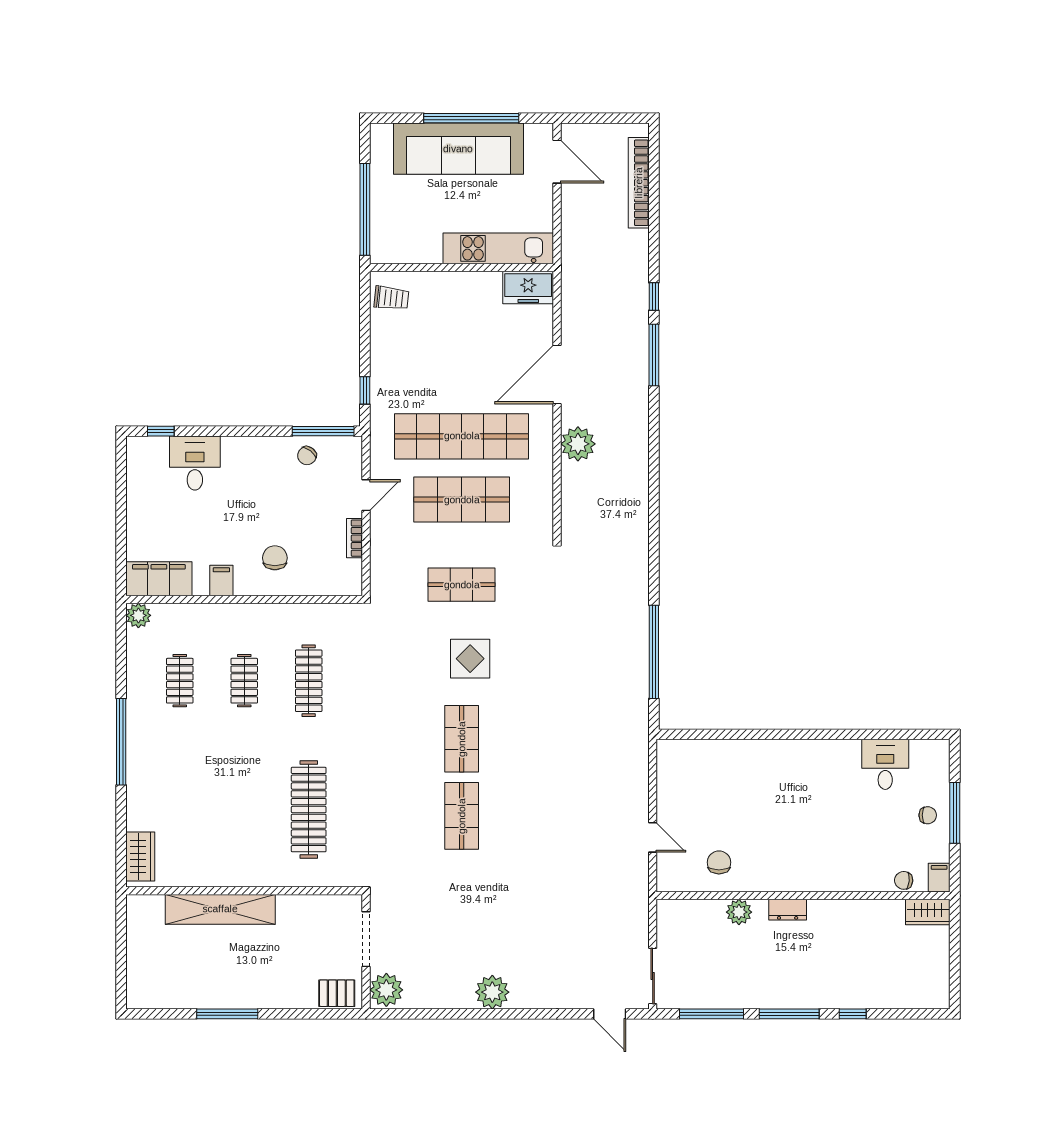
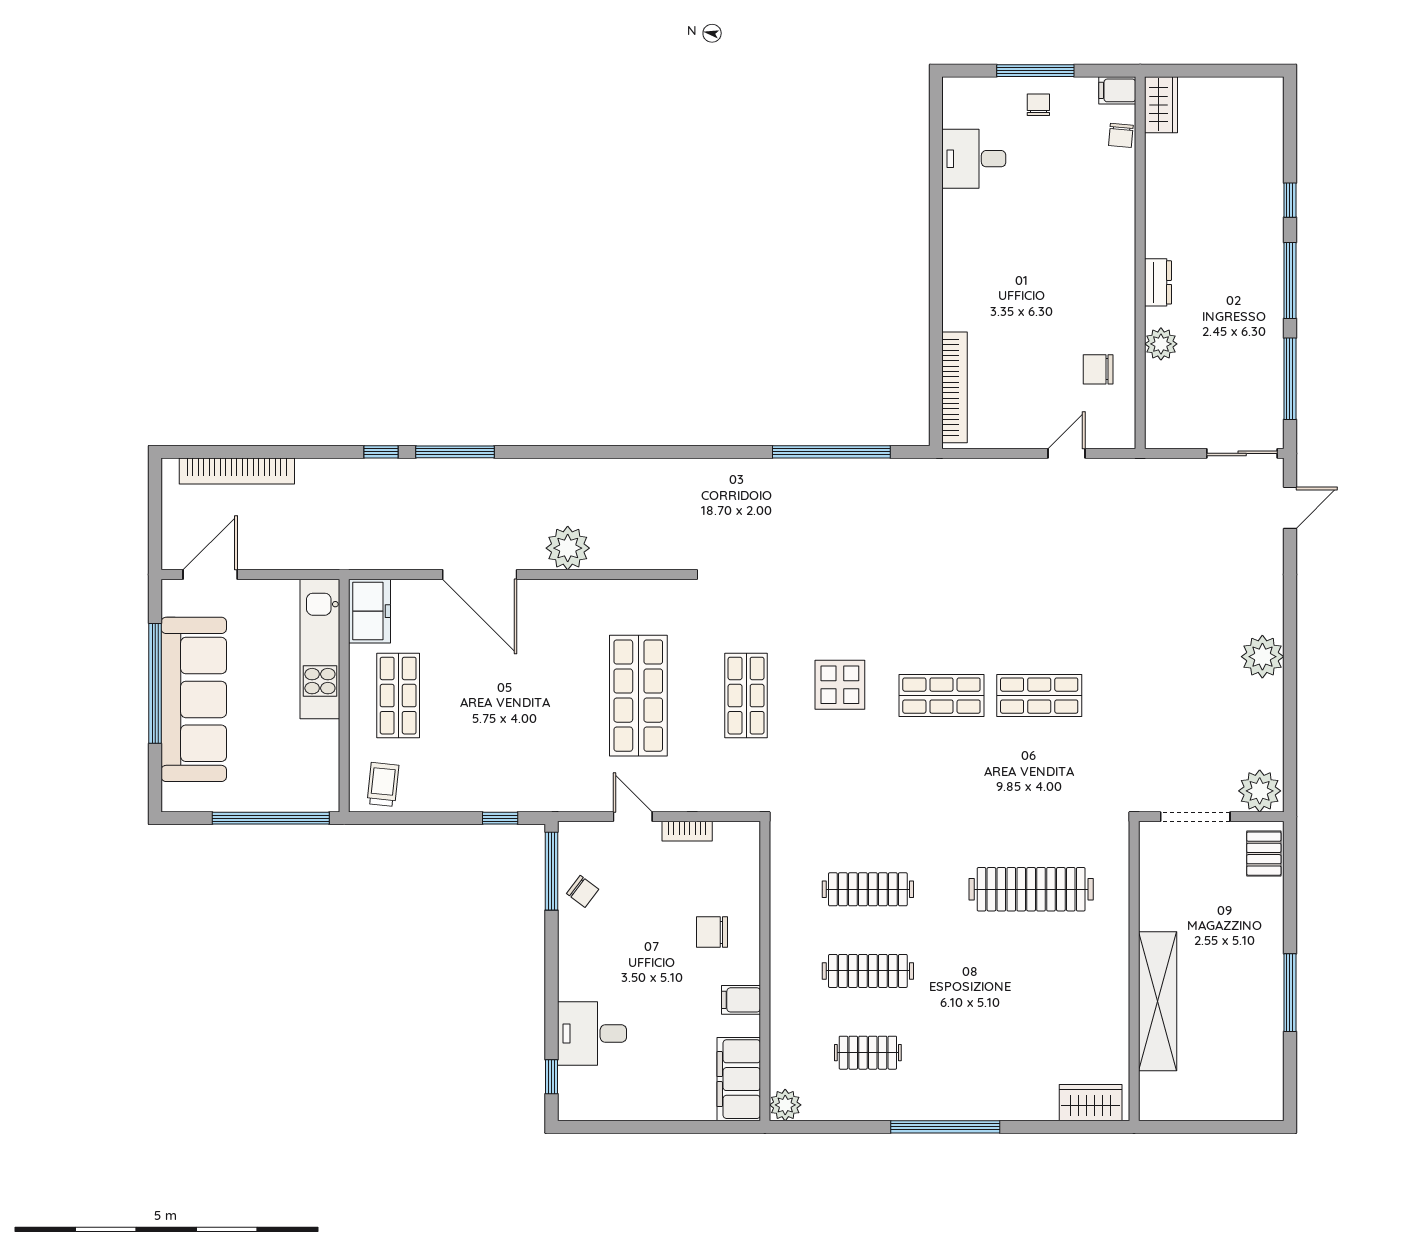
shop shelf: (462, 436) -> (398, 696), moved, width x0.50, depth x0.74
clothes rail: (244, 681) -> (868, 971), width x1.36
bookcase: (705, 749) -> (955, 387), added

